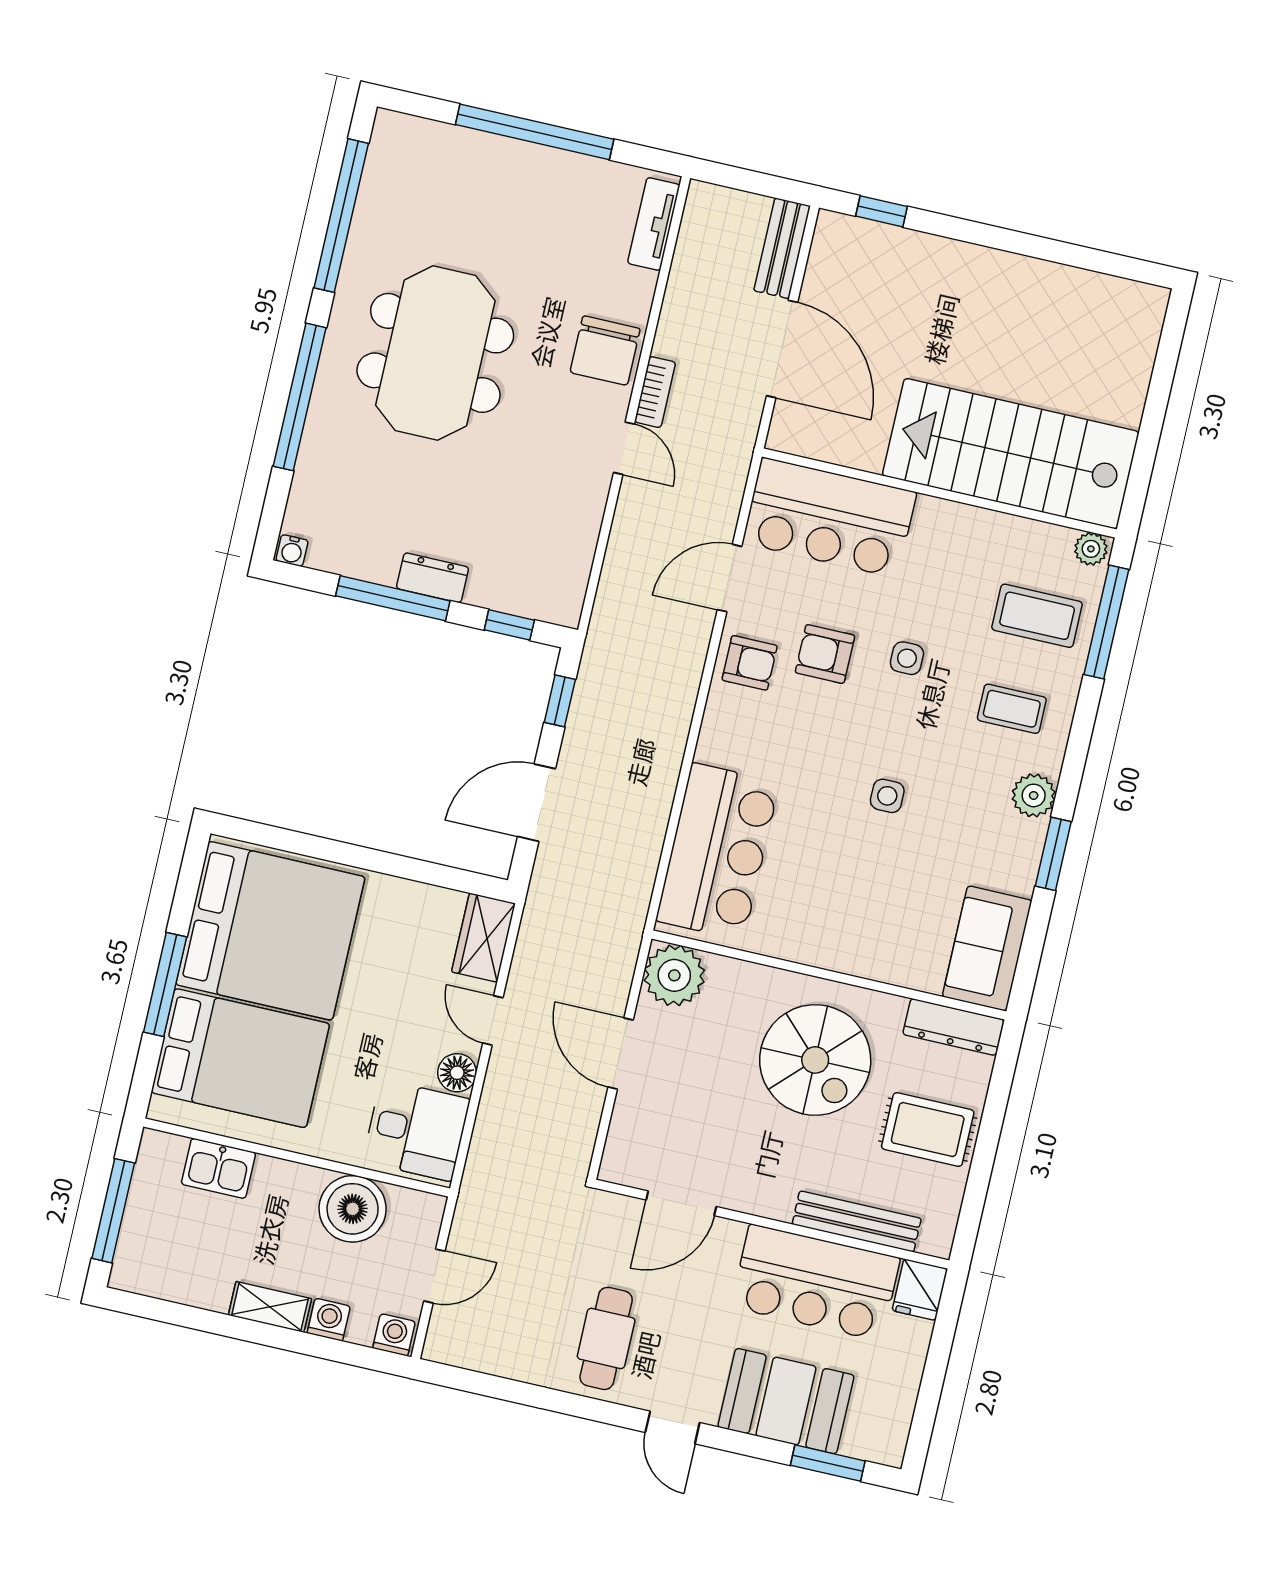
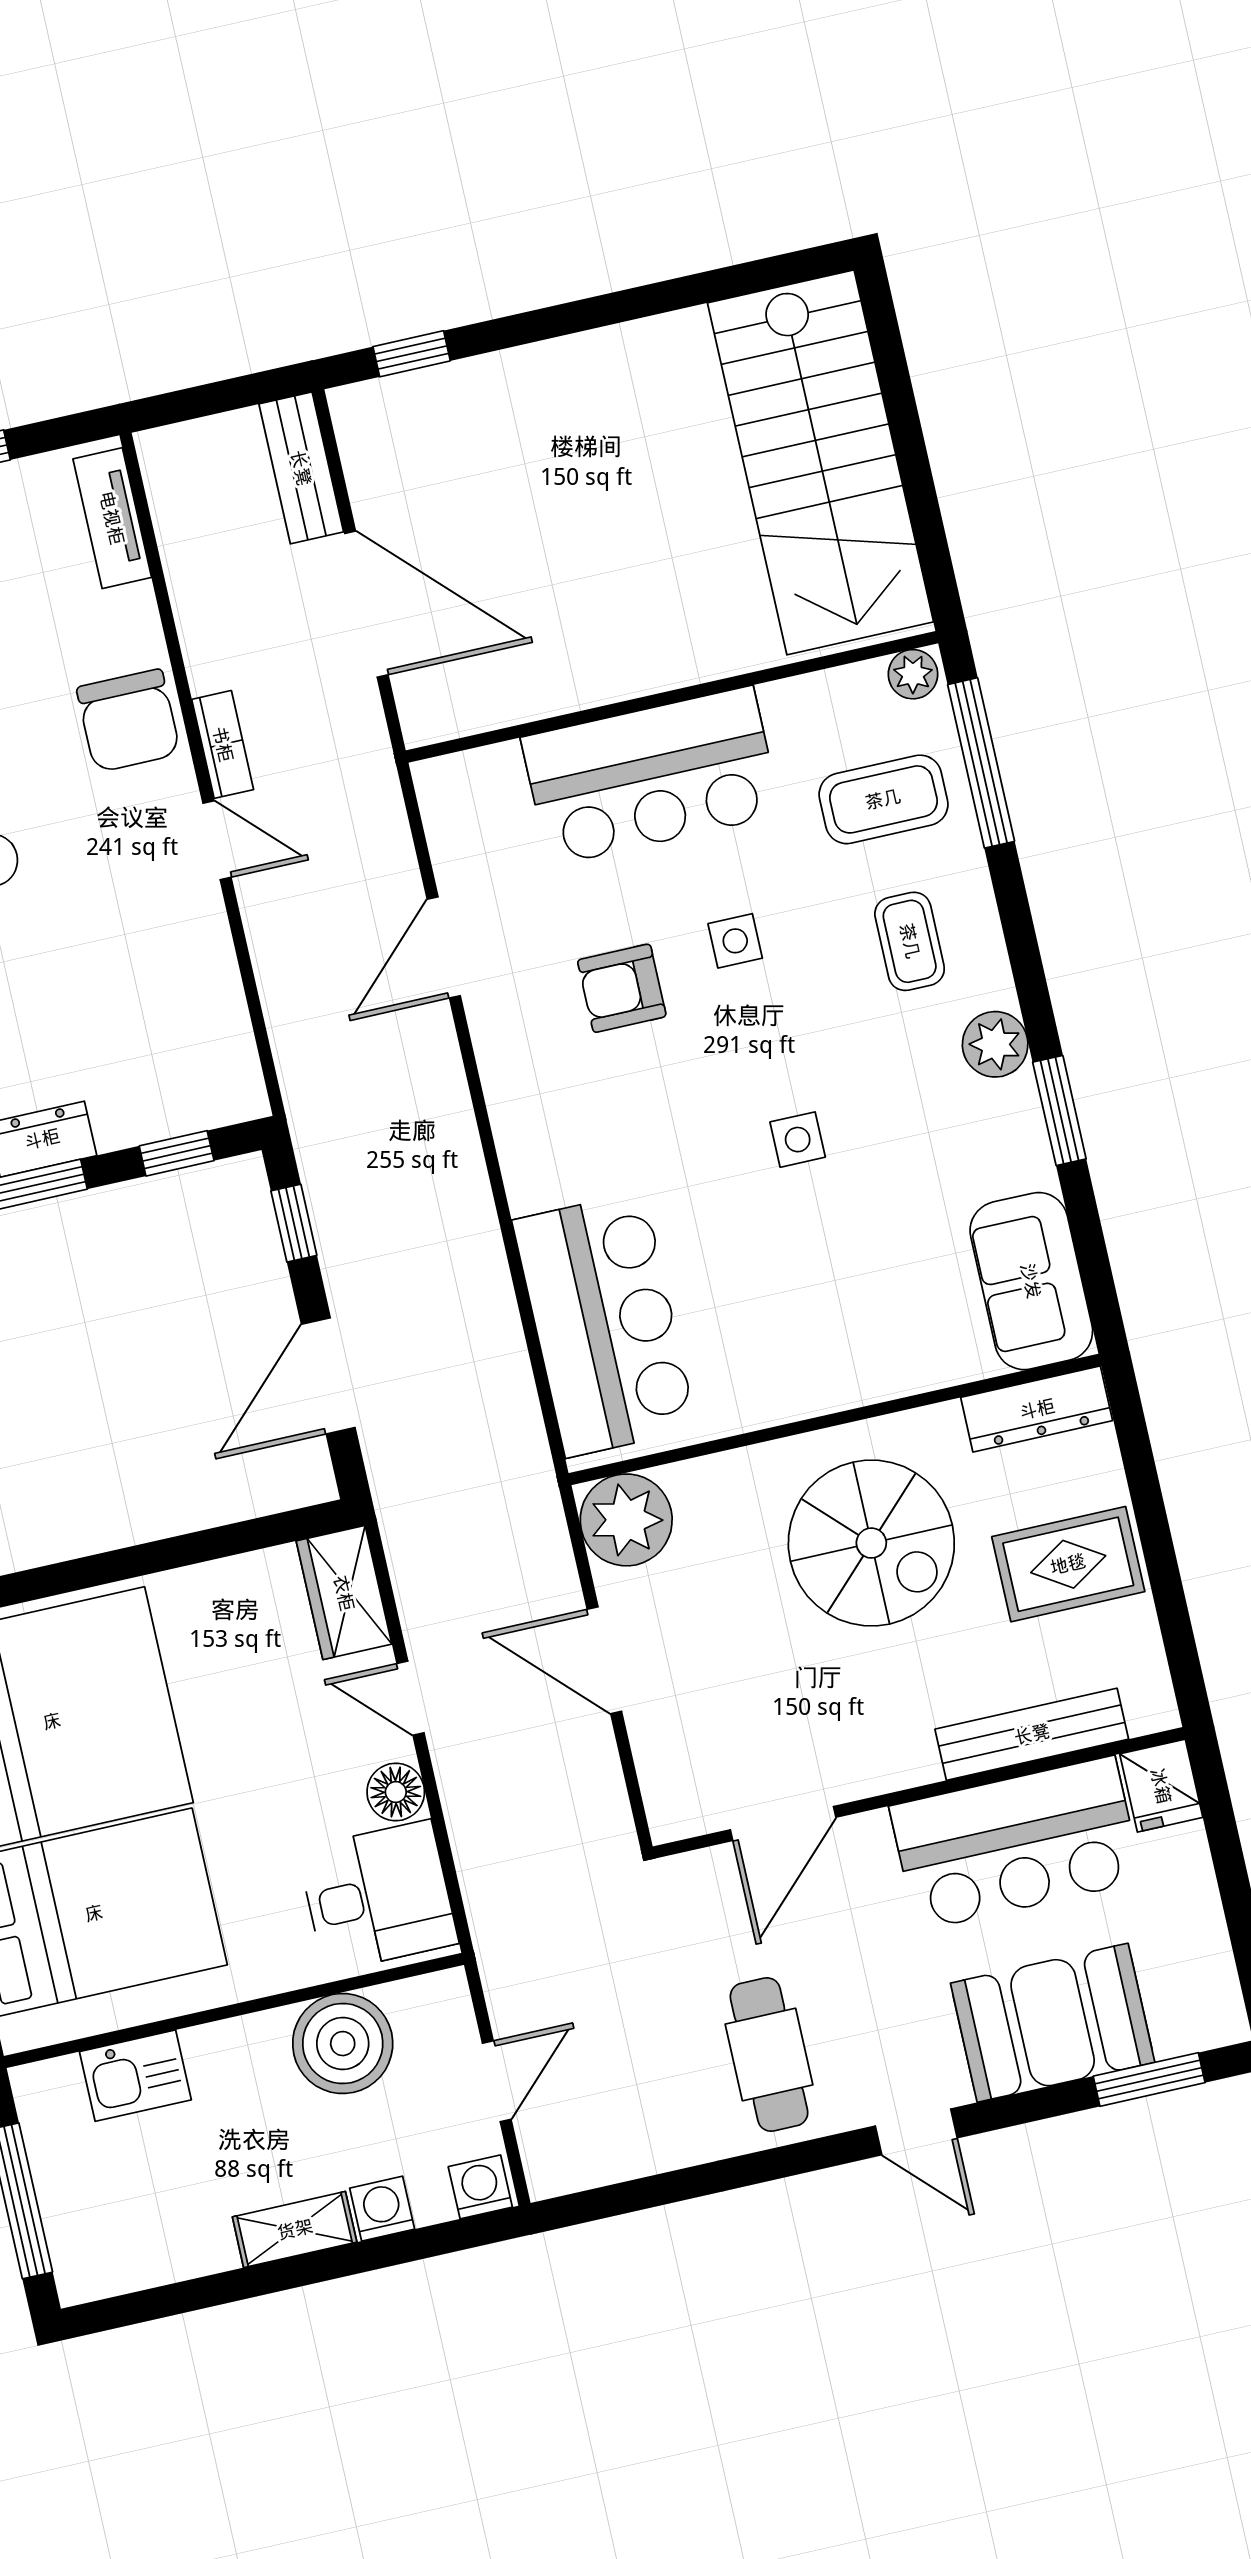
stairs: (1011, 454) -> (820, 462), moved, turned -90
bar counter: (829, 518) -> (651, 776), moved
armchair: (750, 663) -> (526, 1049), removed
coffee table: (1012, 709) -> (910, 941), turned 90

